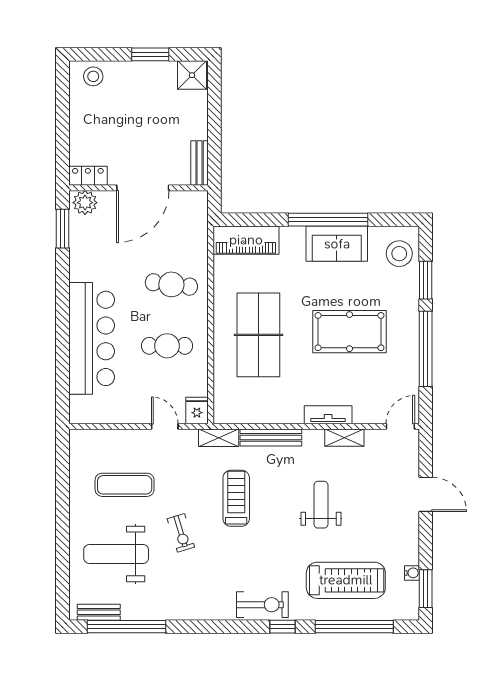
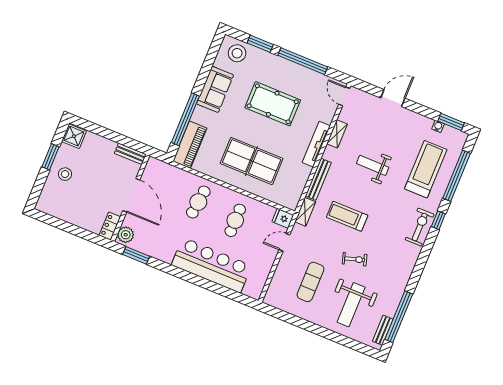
stool: (93, 76) -> (65, 174), moved
window: (328, 220) -> (185, 119), moved
pool table: (349, 332) -> (273, 104), turned 90
tv unit: (328, 415) -> (316, 144), width x1.41

